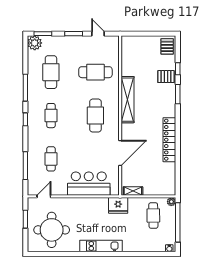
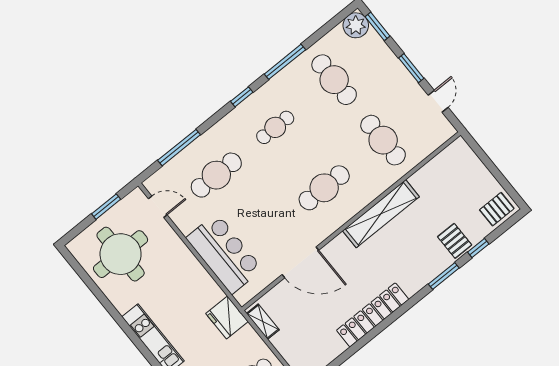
cafe table: (51, 72) -> (334, 80), turned 90
cafe table: (51, 159) -> (216, 175), width x1.37, depth x1.35

